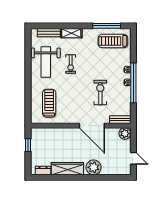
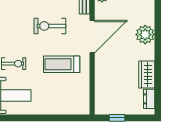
treadmill: (49, 103) -> (62, 64), moved
wardrobe: (67, 169) -> (147, 75), width x0.67

